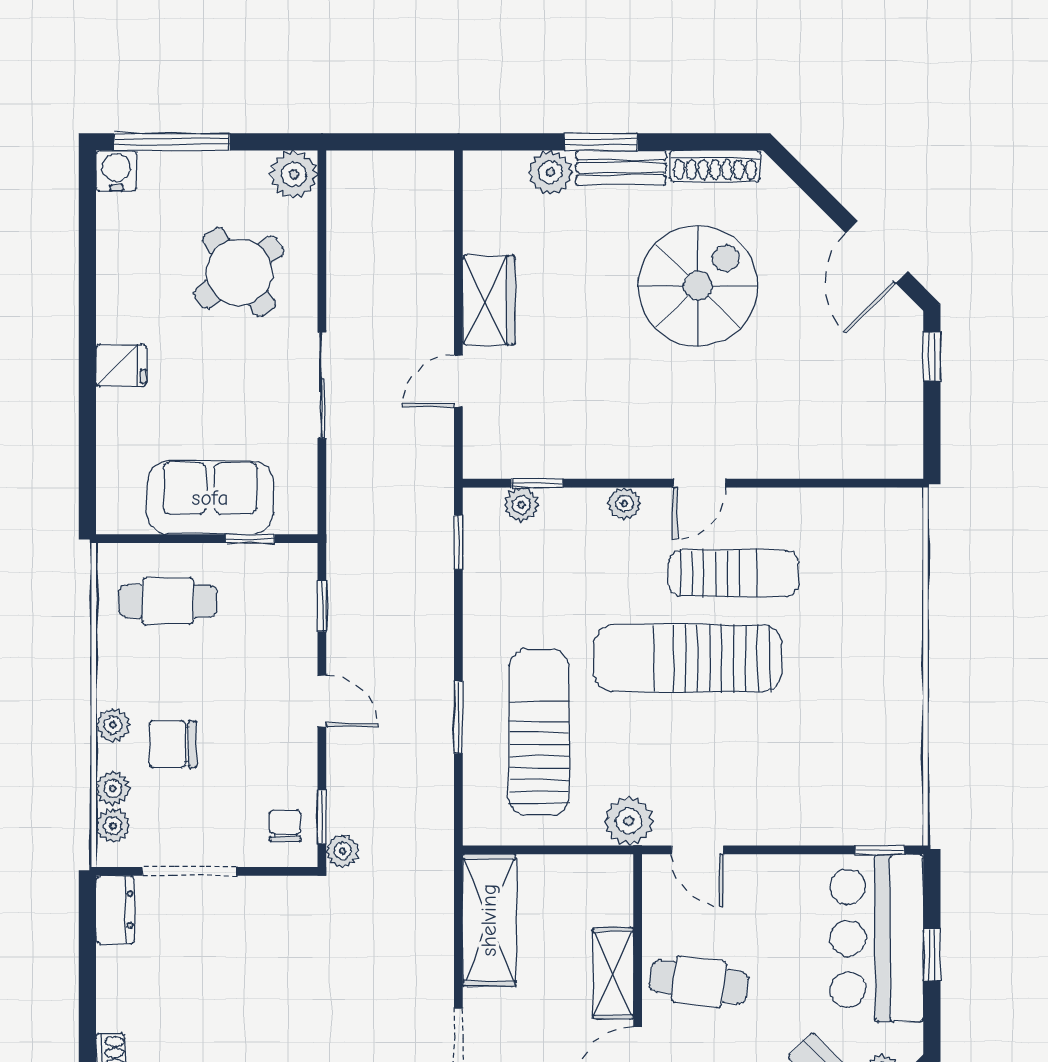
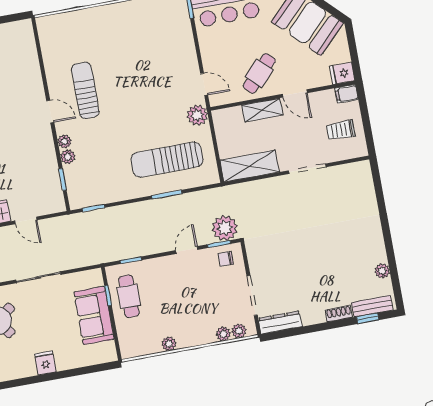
plant: (521, 505) -> (68, 157), moved
cafe table: (168, 601) -> (129, 296), moved
sun lounger: (688, 658) -> (124, 103), removed
door: (322, 701) -> (187, 250), moved
plant: (113, 725) -> (169, 344), moved
chair: (173, 744) -> (200, 312), removed
door: (697, 850) -> (204, 84), hinge flipped
plant: (342, 851) -> (225, 228), width x1.88, depth x1.88
dresser: (115, 910) -> (280, 322), width x1.44
cafe table: (699, 982) -> (259, 73), turned 36

